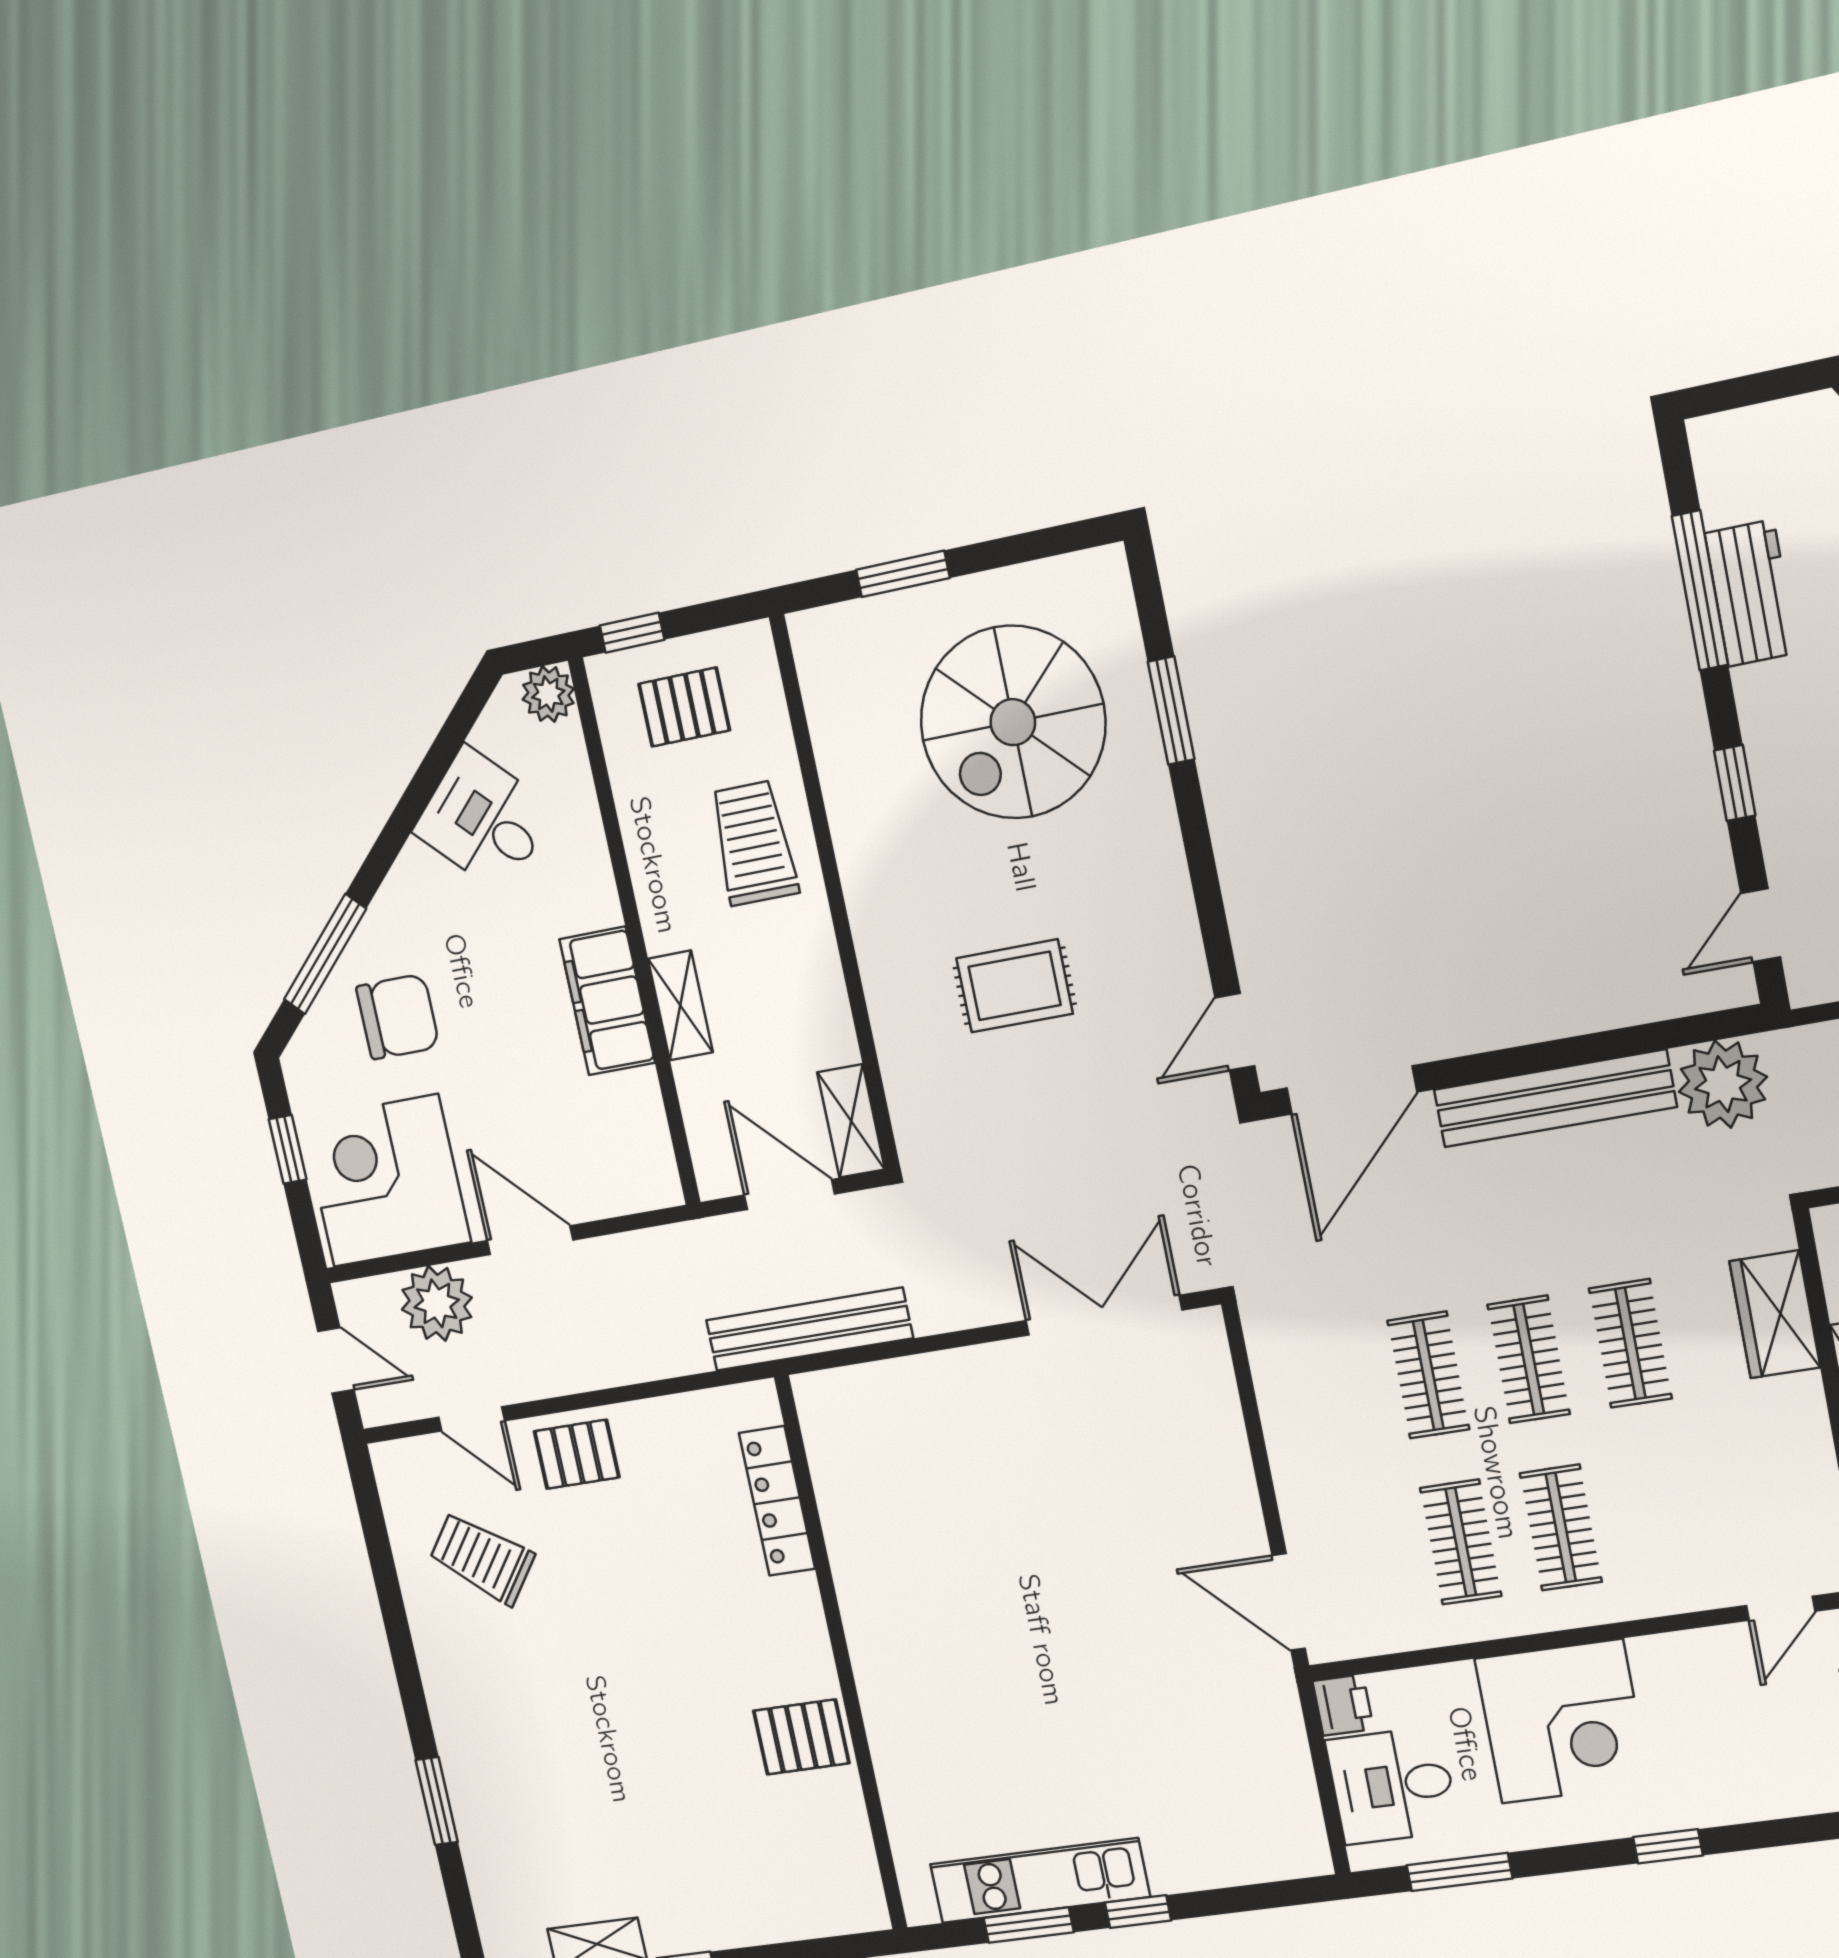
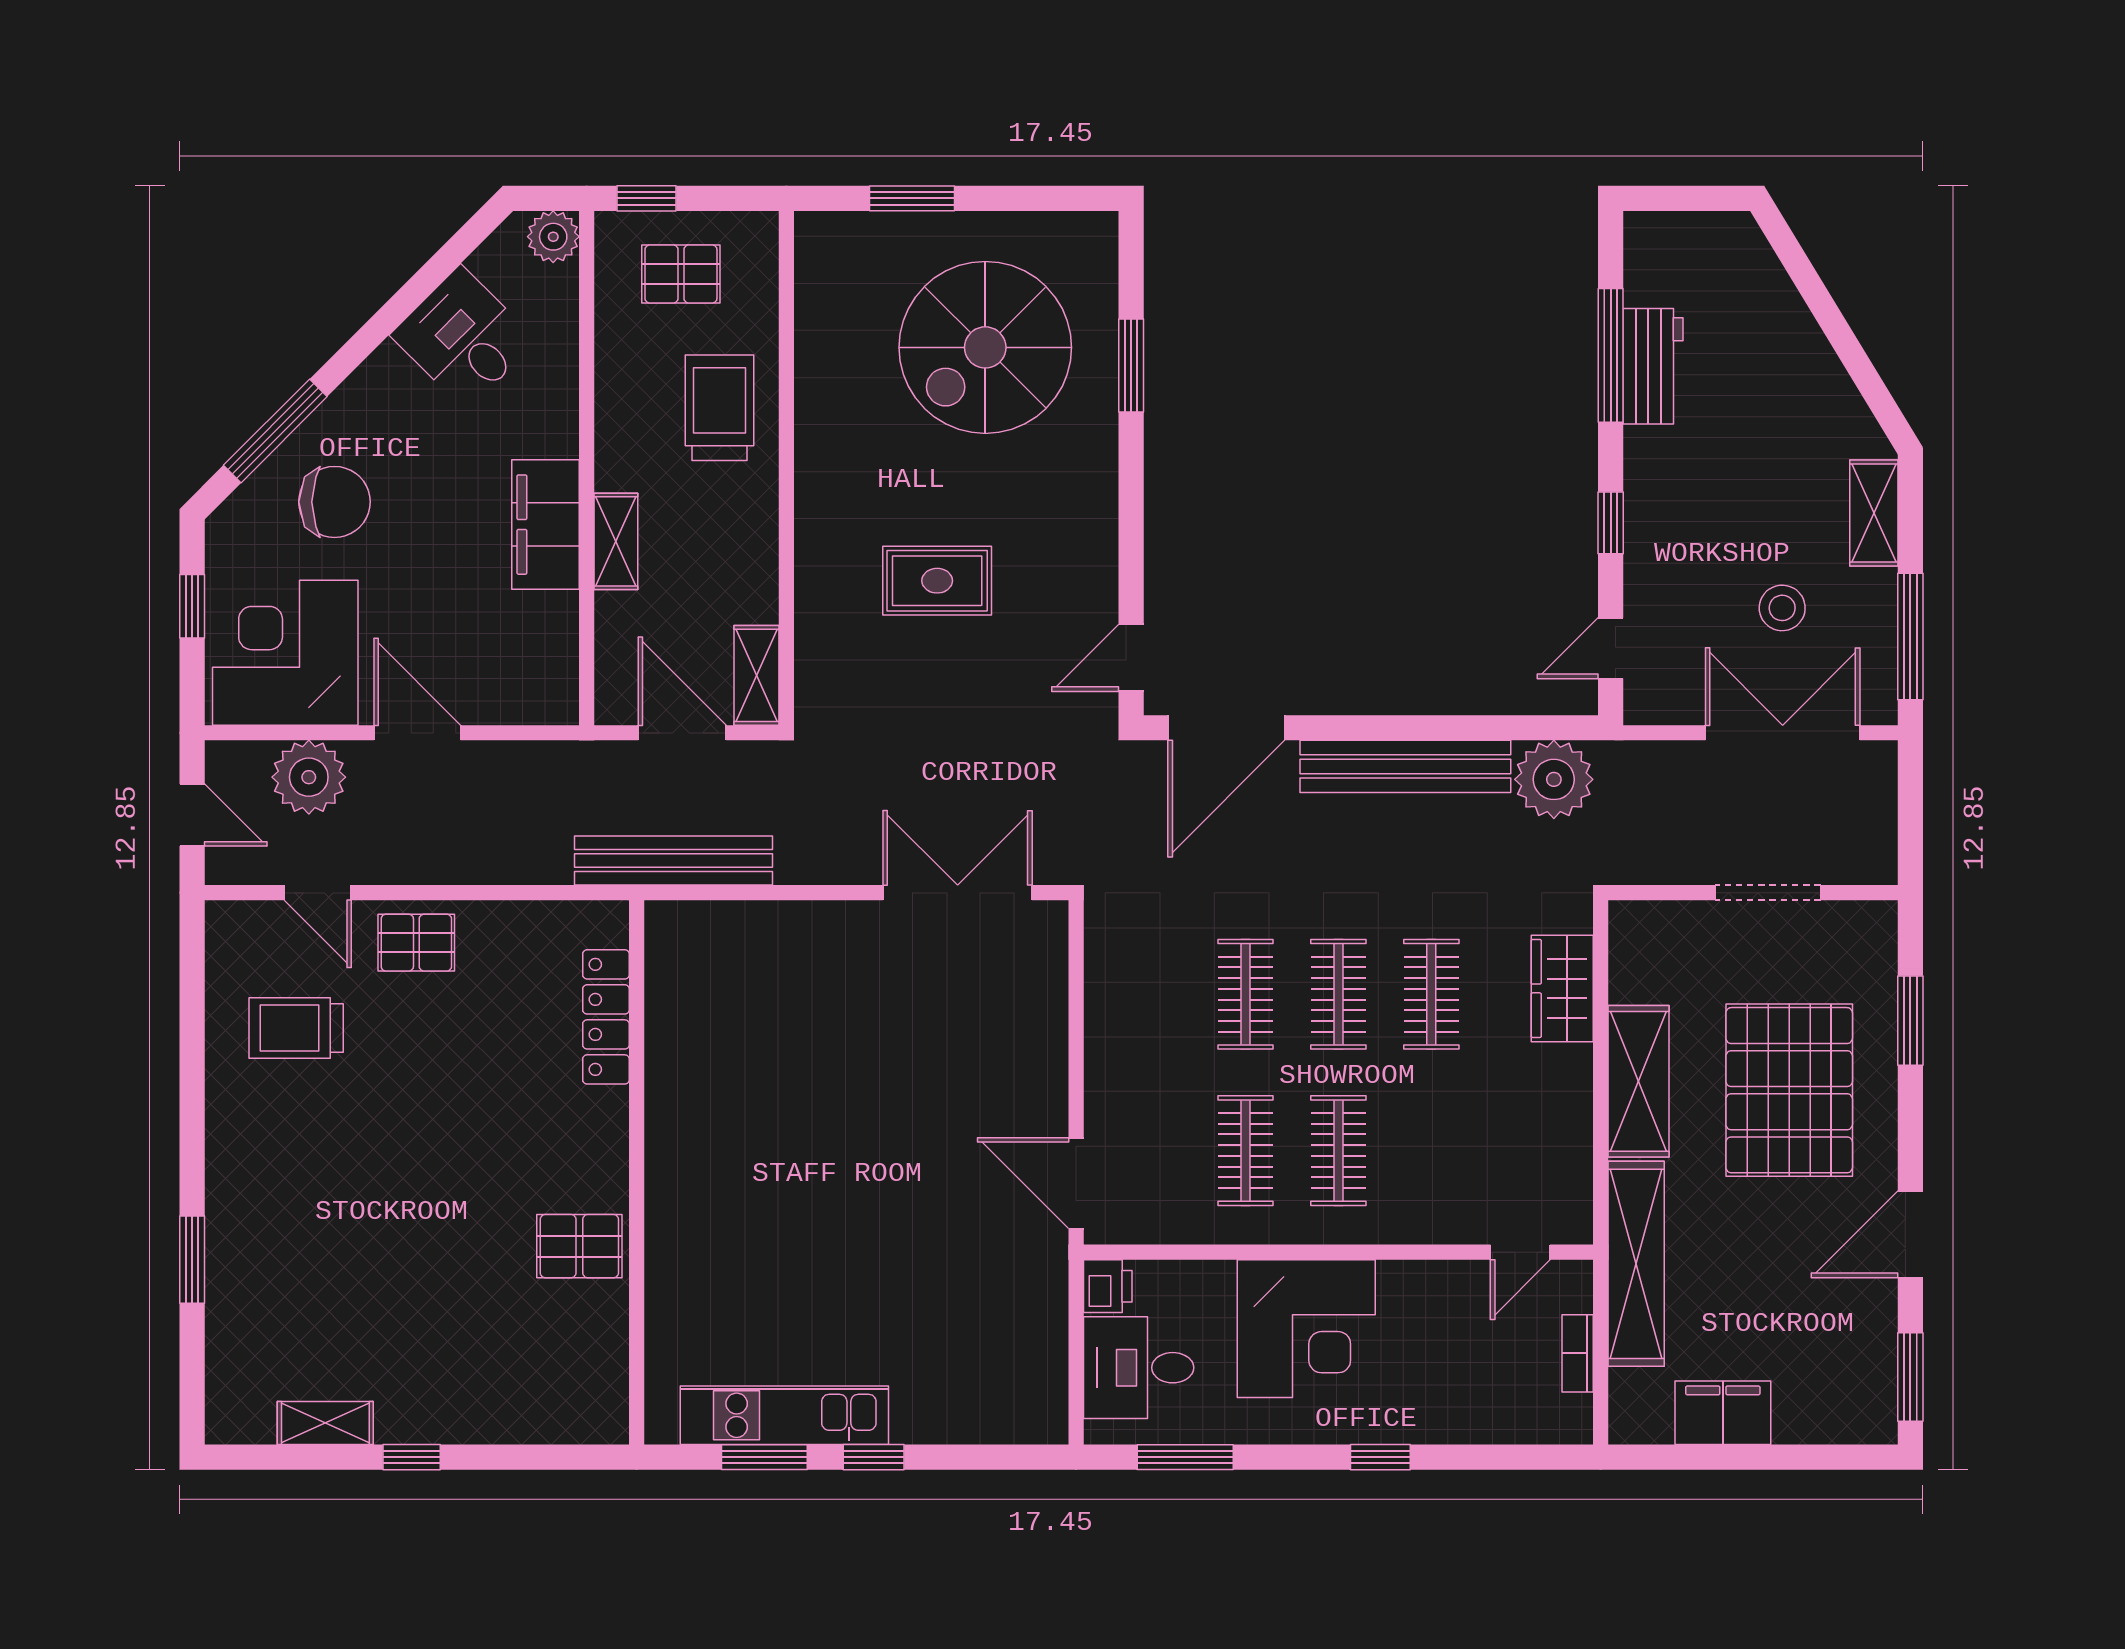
trolley: (482, 1558) -> (296, 1028), turned -37

